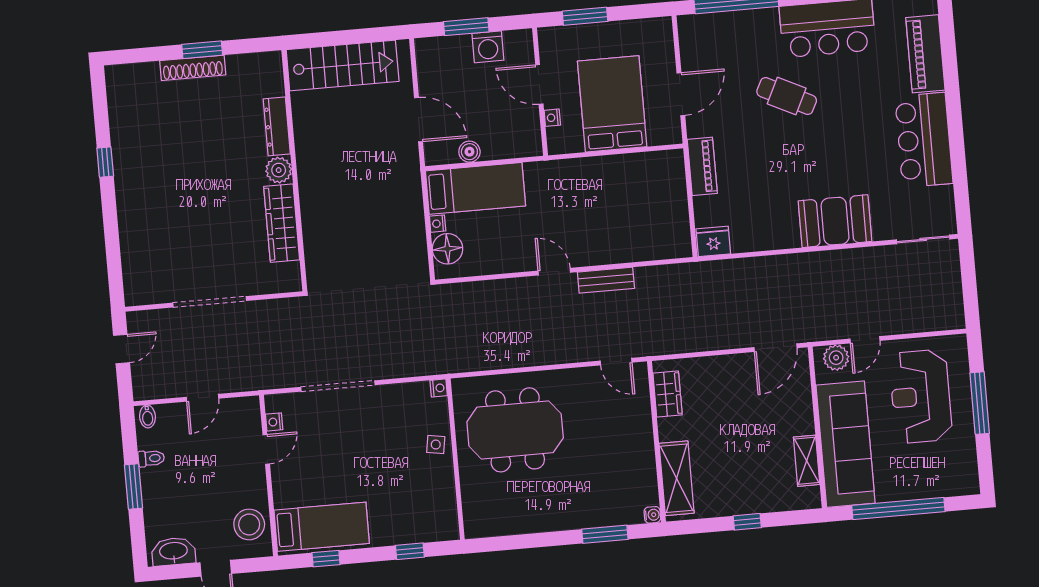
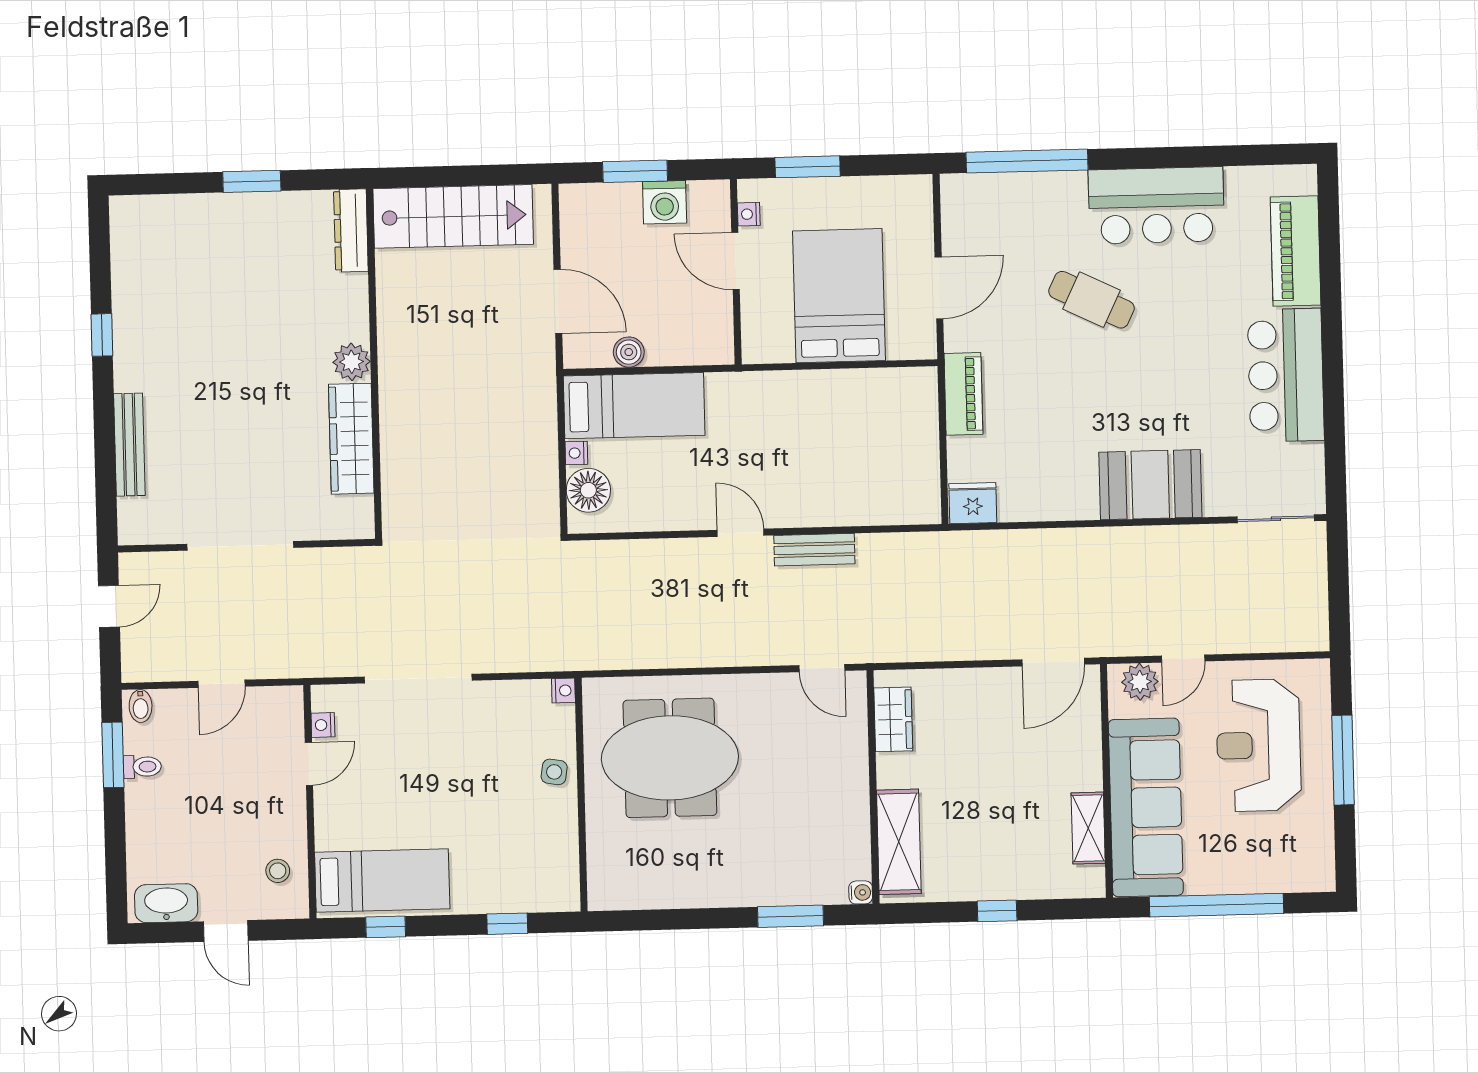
shoe rack: (193, 68) -> (237, 207), removed
nightstand: (552, 118) -> (749, 214), moved
dresser: (277, 126) -> (351, 230), moved
bench: (129, 237) -> (129, 445), added
window: (134, 486) -> (113, 755), moved
stool: (249, 524) -> (278, 871), width x0.53, depth x0.53

